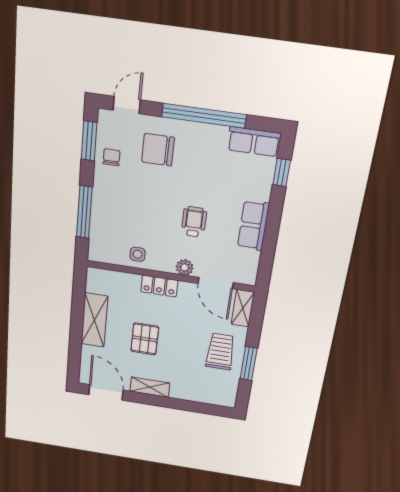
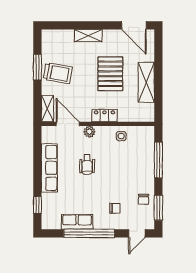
row of seats: (254, 142) -> (77, 222), moved
chair: (158, 150) -> (115, 208), width x0.54, depth x0.54
row of seats: (253, 225) -> (49, 168), width x1.48
pallet: (145, 339) -> (110, 74), width x1.50, depth x1.42
trolley: (220, 352) -> (58, 73), turned -80
shelving: (150, 387) -> (88, 36), moved

